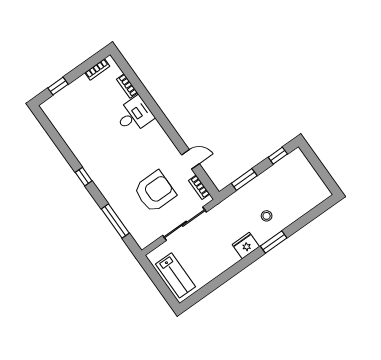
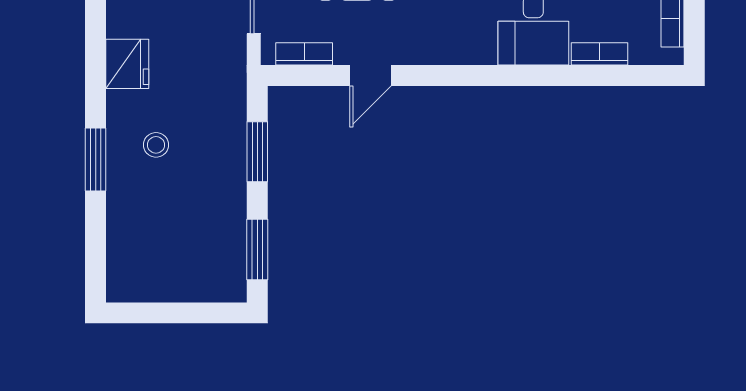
window: (278, 156) -> (257, 250), width x1.50
window: (274, 242) -> (96, 160), moved

